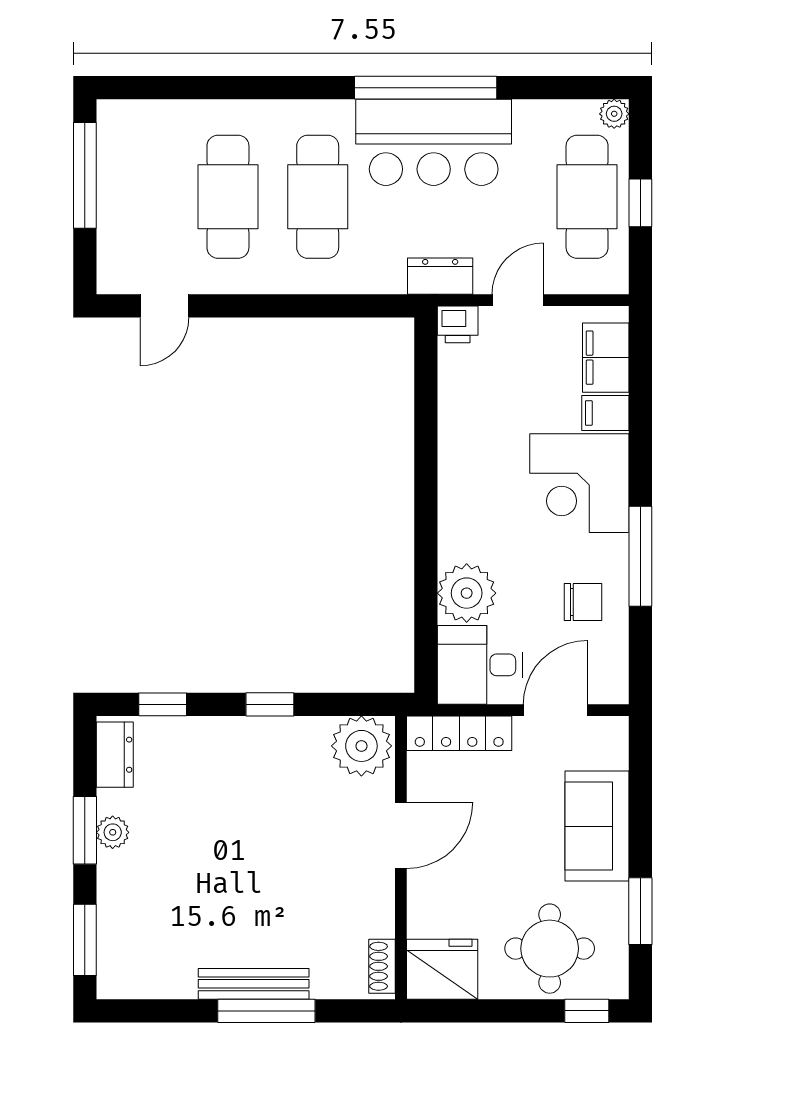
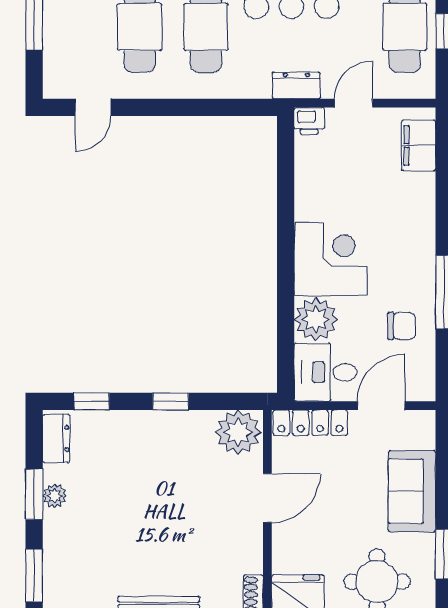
filing cabinet: (605, 413) -> (418, 186), removed
corner desk: (579, 483) -> (331, 259), moved, turned 180

